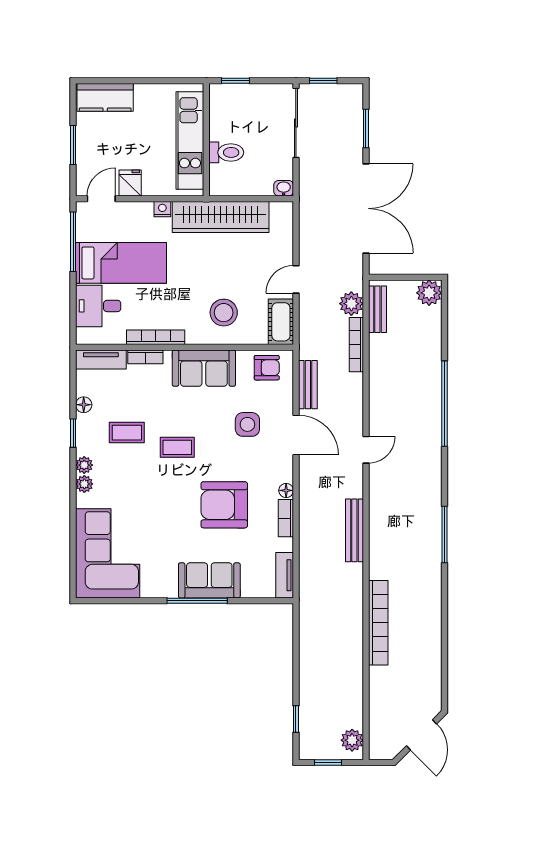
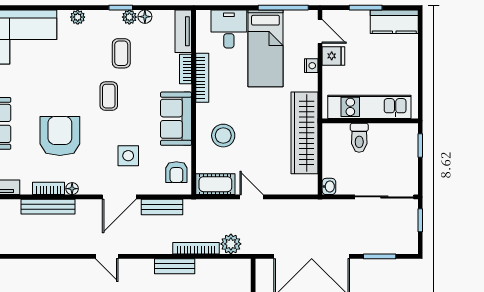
kitchen counter: (105, 97) -> (394, 22), moved, turned -90
nightstand: (162, 209) -> (311, 66), moved
bench: (377, 309) -> (175, 266), moved
plant: (84, 465) -> (129, 17), moved
bench: (354, 530) -> (48, 207), moved

